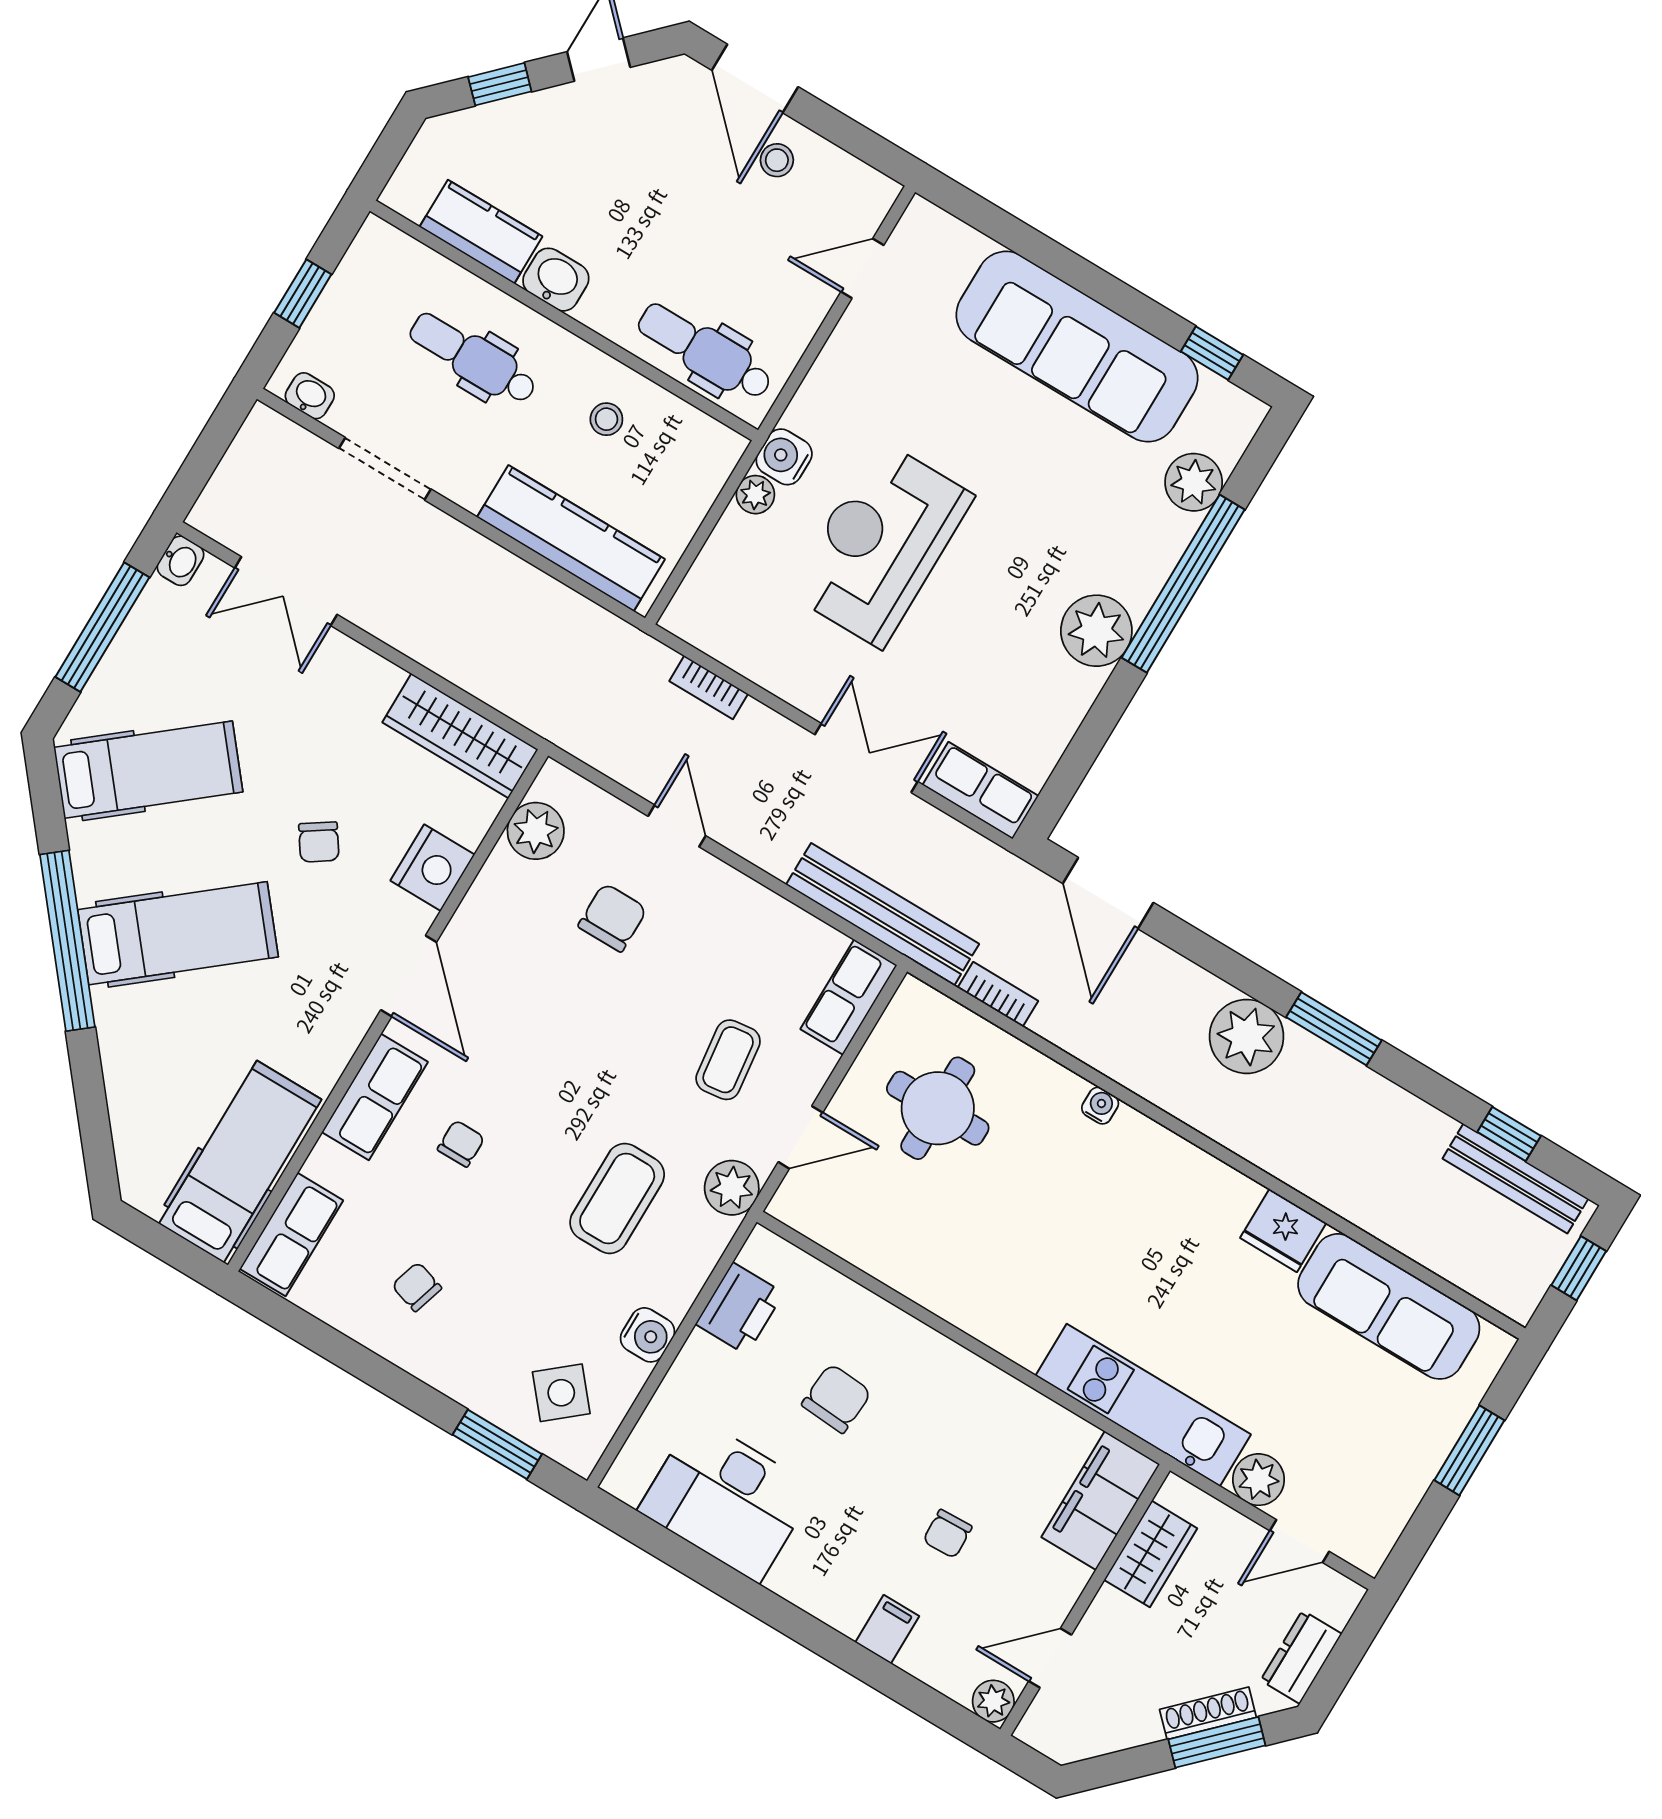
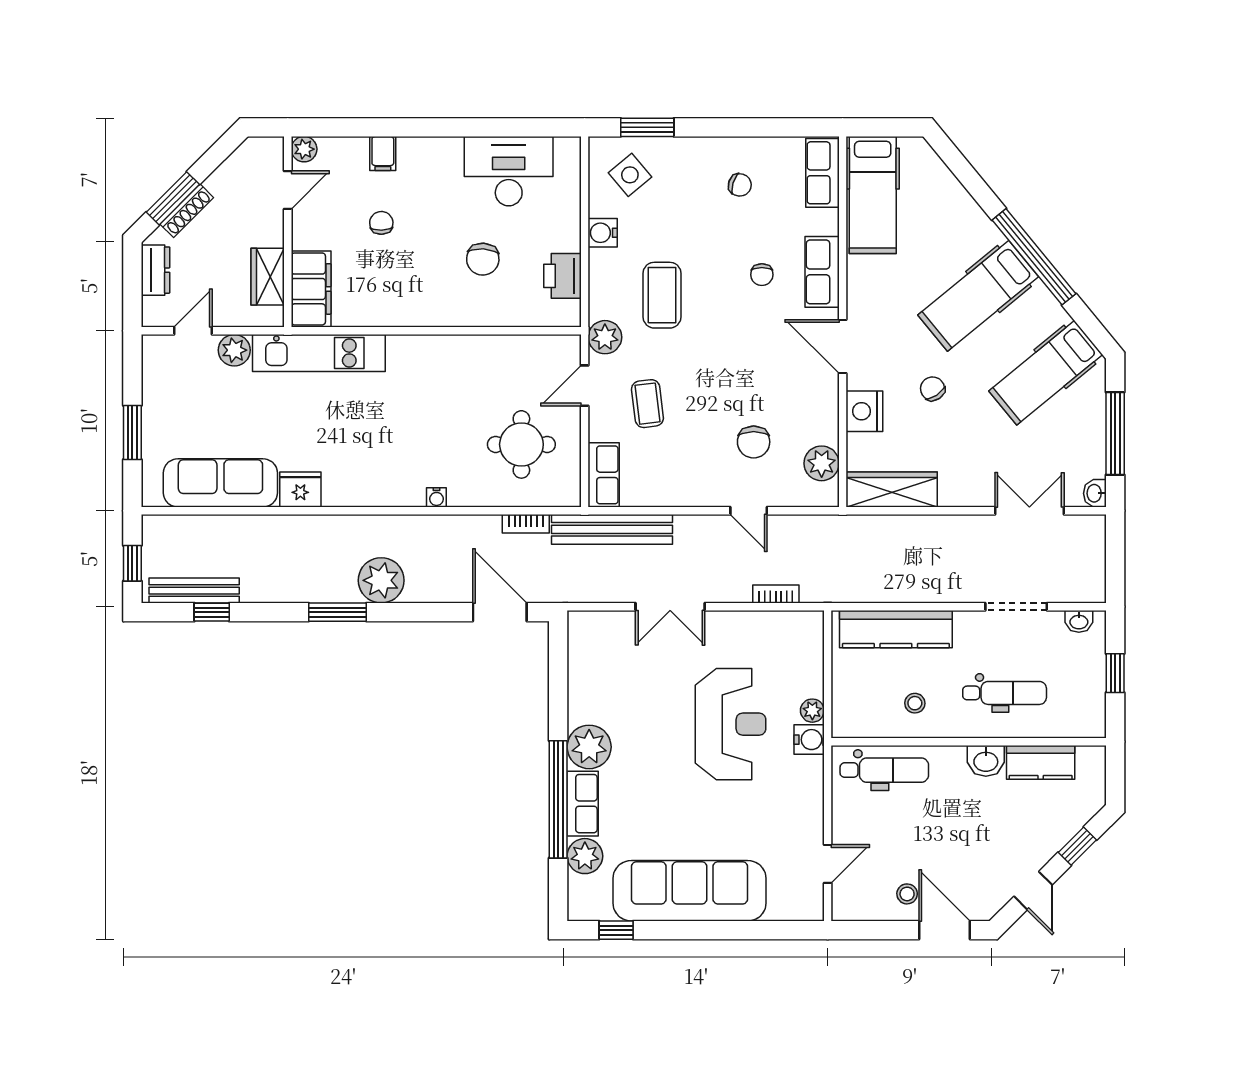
row of seats: (980, 790) -> (583, 804), moved, turned -90

